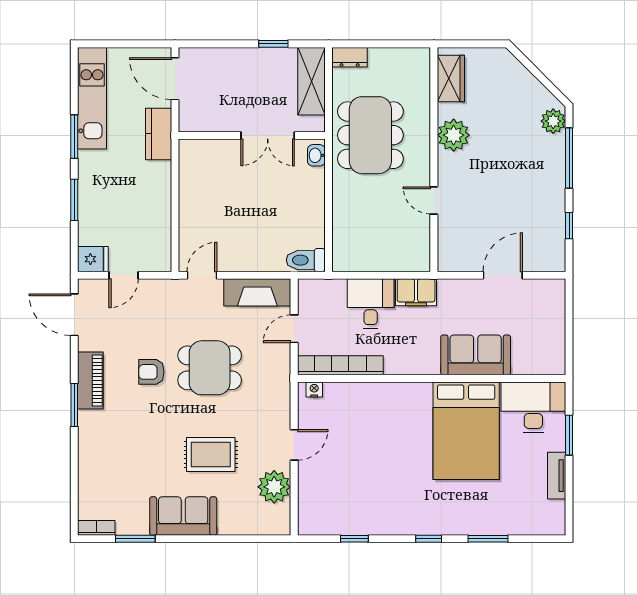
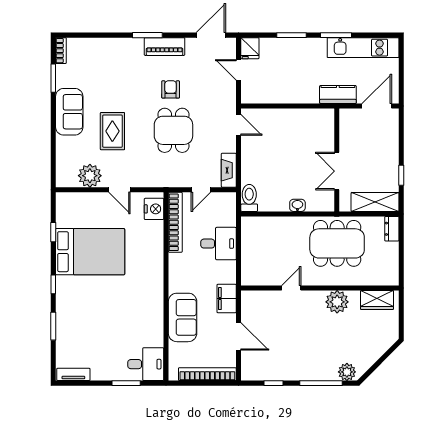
washbasin: (316, 155) -> (297, 205), moved
fireplace: (257, 292) -> (229, 170), width x0.73, depth x0.76
filing cabinet: (416, 292) -> (227, 299), moved
bookcase: (556, 320) -> (207, 374), added
door: (294, 329) -> (201, 190), swing flipped
nightstand: (314, 389) -> (154, 209), width x1.89, depth x1.79
desk: (533, 407) -> (146, 364), width x0.73
bed: (466, 431) -> (90, 252), moved, turned 180
tv unit: (557, 476) -> (73, 374), moved

